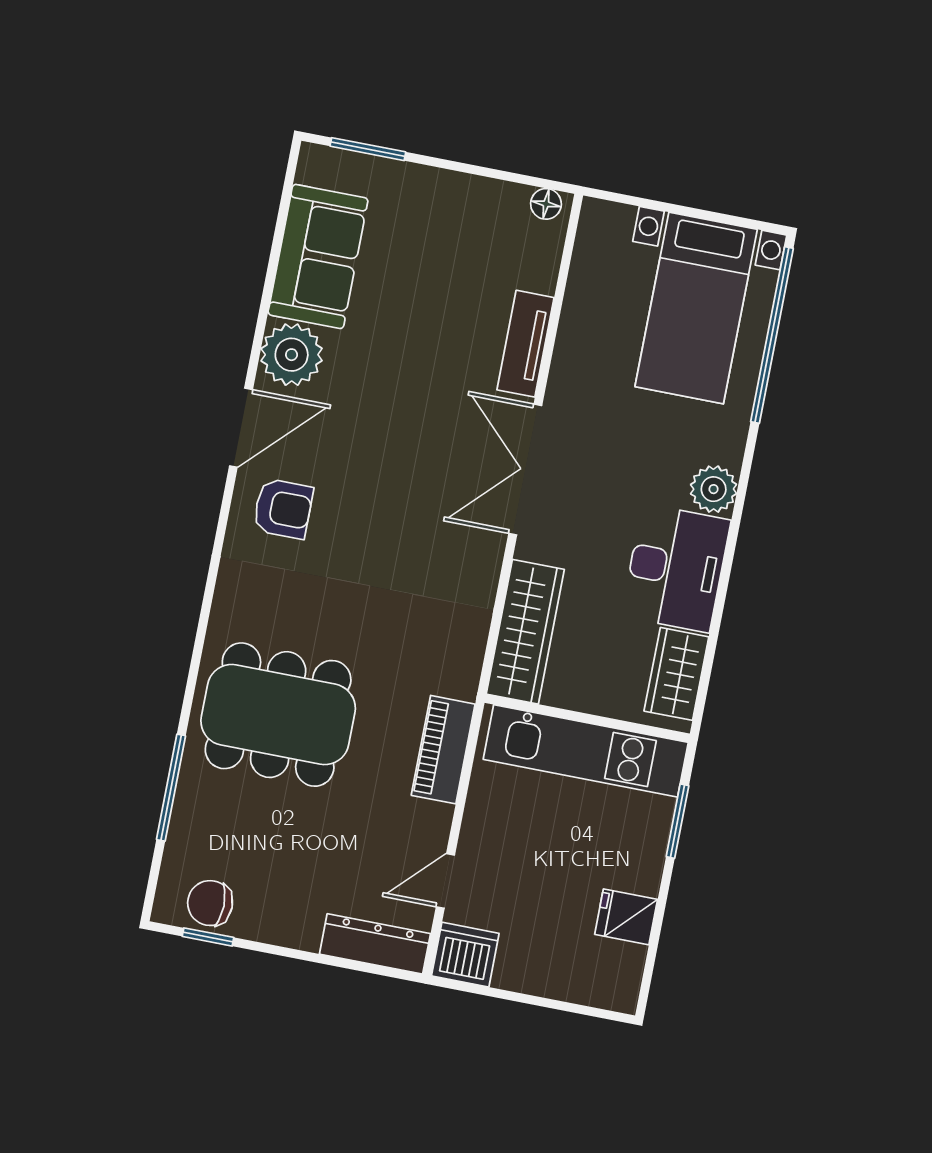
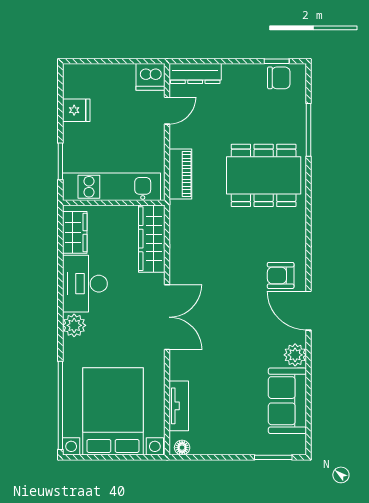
bed with nightstands: (696, 308) -> (113, 411), width x1.36
tv unit: (526, 344) -> (179, 406), moved
plant: (292, 355) -> (295, 355), width x0.73, depth x0.73
door: (241, 428) -> (309, 311), hinge flipped

